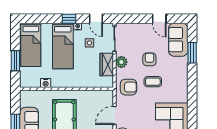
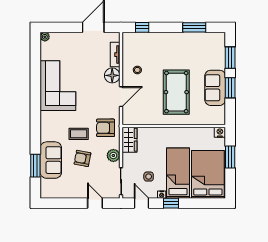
door: (159, 19) -> (95, 203), moved
sofa: (178, 40) -> (51, 160), moved
bed: (31, 45) -> (208, 174), width x1.50
armchair: (149, 59) -> (82, 158), turned 101
wardrobe: (107, 64) -> (129, 140), moved
nightstand: (46, 83) -> (220, 132), moved

